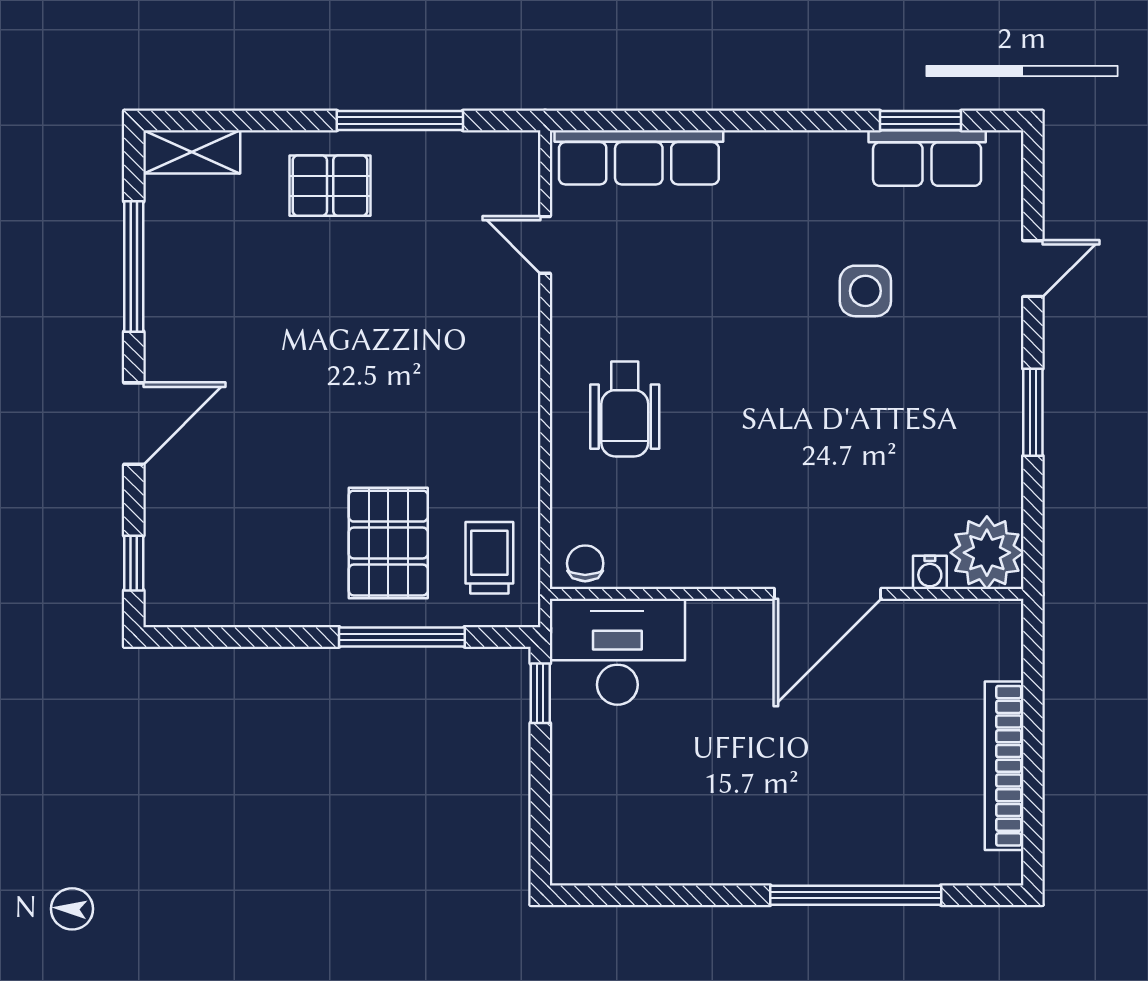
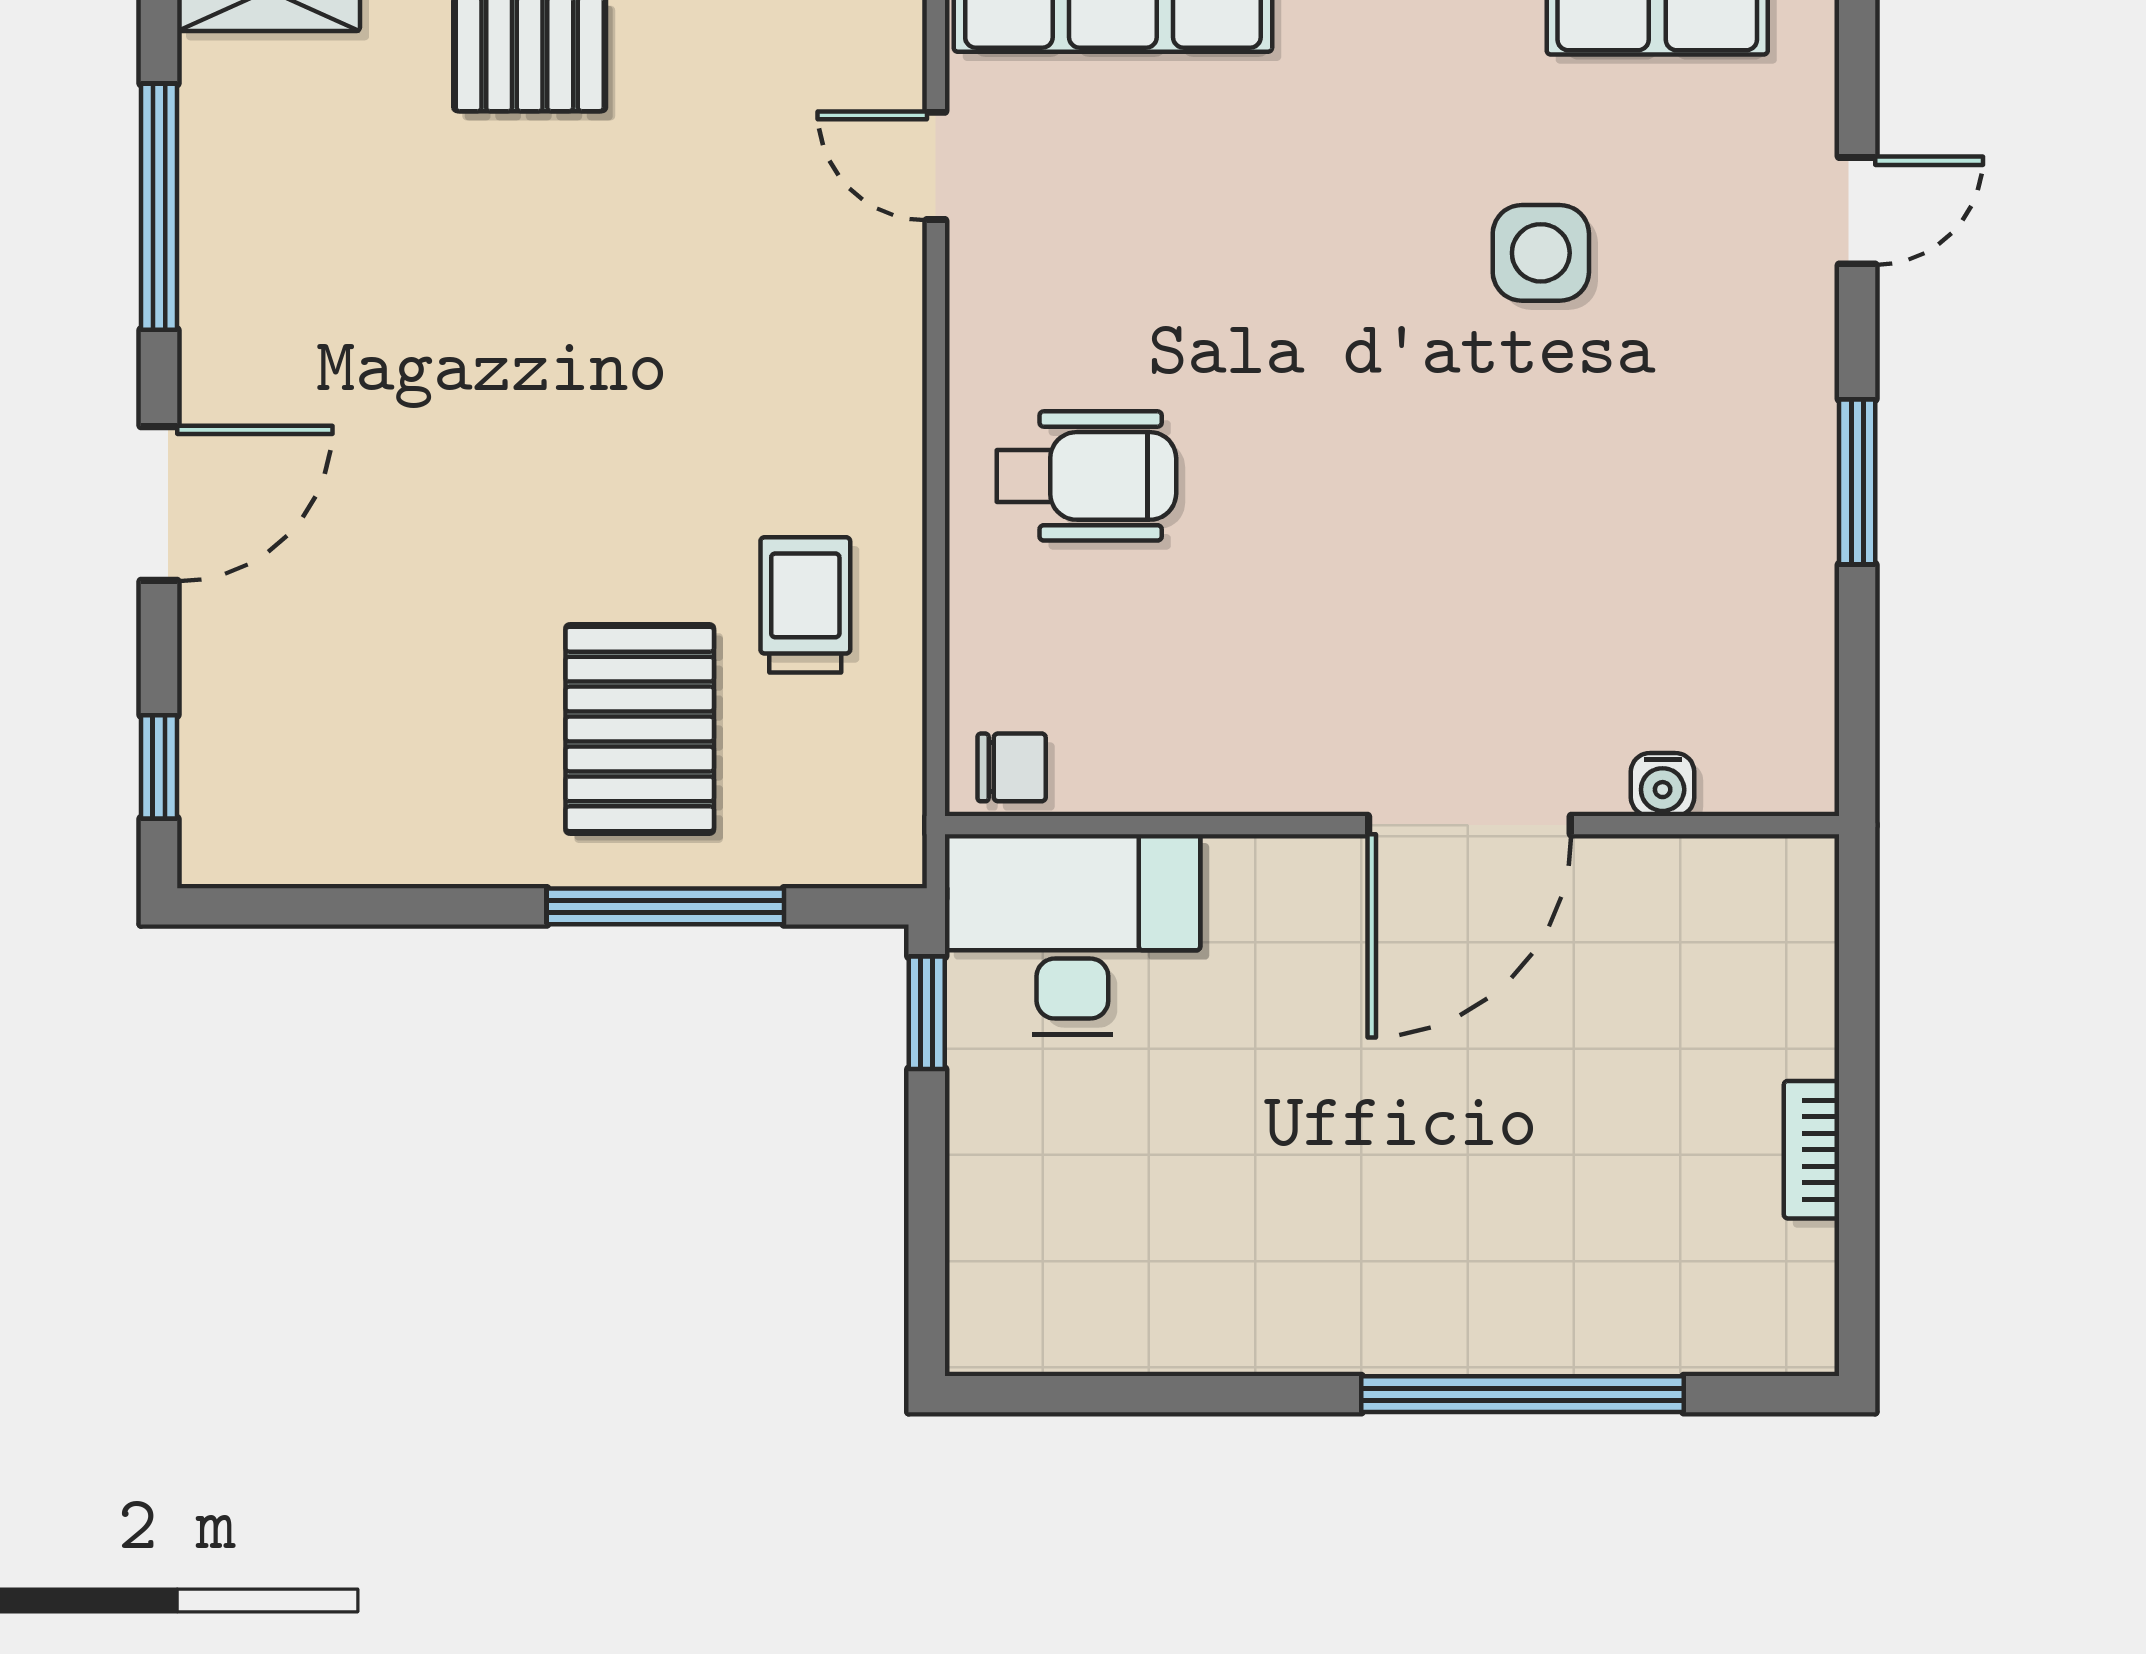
wheelchair: (625, 409) -> (1086, 476), turned -90
plant: (987, 553) -> (1770, 747), removed
trolley: (489, 558) -> (805, 605), moved
chair: (585, 563) -> (1012, 767), turned 90
bookcase: (1004, 766) -> (1811, 1150), width x0.43, depth x0.76

